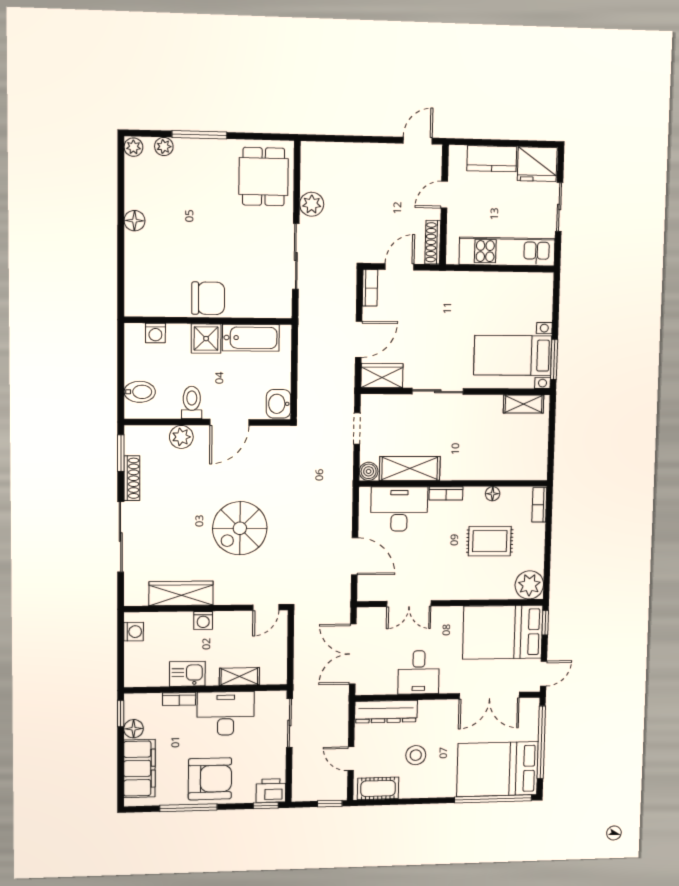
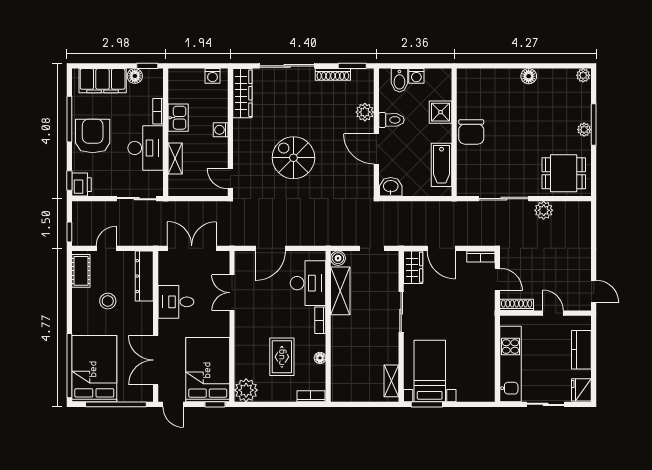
plant: (164, 146) -> (584, 130), moved
fridge: (537, 164) -> (581, 390), width x0.73, depth x0.75
washing machine: (155, 333) -> (416, 76), moved, turned -90
shower: (206, 339) -> (441, 112), moved
wardrobe: (181, 593) -> (242, 93), moved
armchair: (210, 779) -> (93, 136), turned 180

